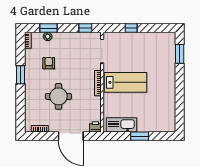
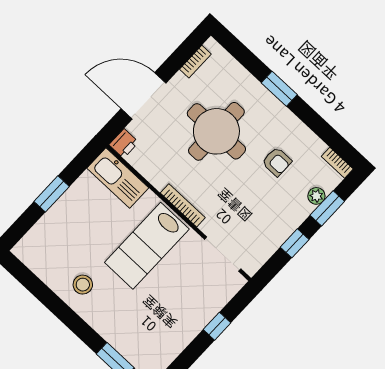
window: (85, 28) -> (295, 243), moved
window: (21, 75) -> (279, 89), moved
stool: (162, 93) -> (83, 285), added
round table: (58, 96) -> (216, 131), width x1.36, depth x1.36
kitchen sink: (122, 125) -> (118, 178), moved, turned 90

